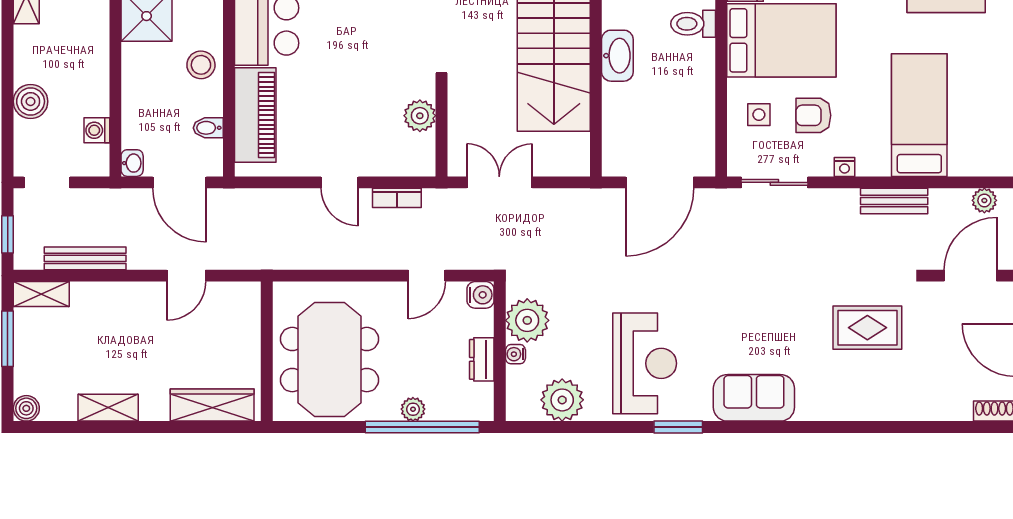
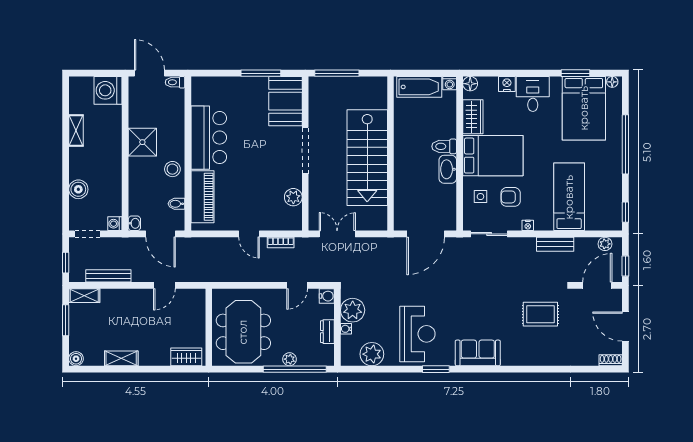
washbasin: (617, 56) -> (448, 169), moved, turned 180
washing machine: (97, 130) -> (115, 224), moved
wardrobe: (212, 405) -> (186, 357), width x0.67

